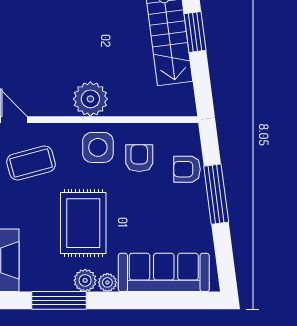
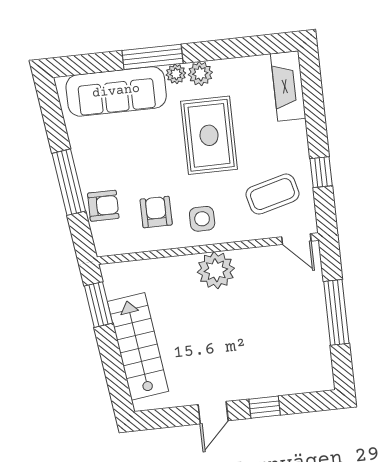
window: (195, 32) -> (98, 305), moved
side table: (98, 147) -> (202, 219), width x0.73, depth x0.73
armchair: (139, 158) -> (156, 212), turned 180
window: (59, 300) -> (152, 57), moved

